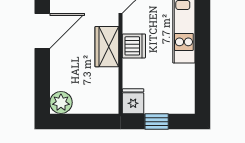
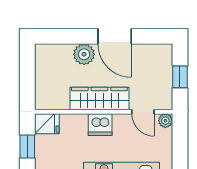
wardrobe: (107, 47) -> (99, 98), width x1.50
plant: (61, 102) -> (84, 54), moved

